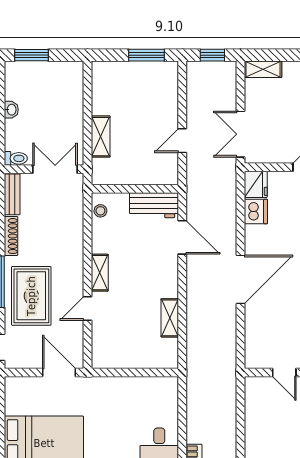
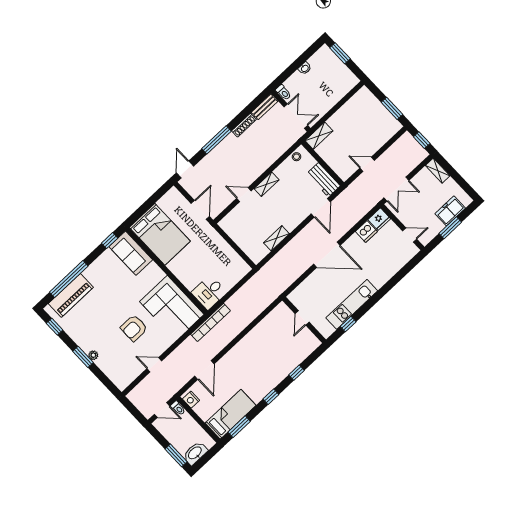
double door: (240, 134) -> (396, 189), swing flipped
shelving: (101, 137) -> (319, 136), moved
rug: (31, 296) -> (225, 162), removed

